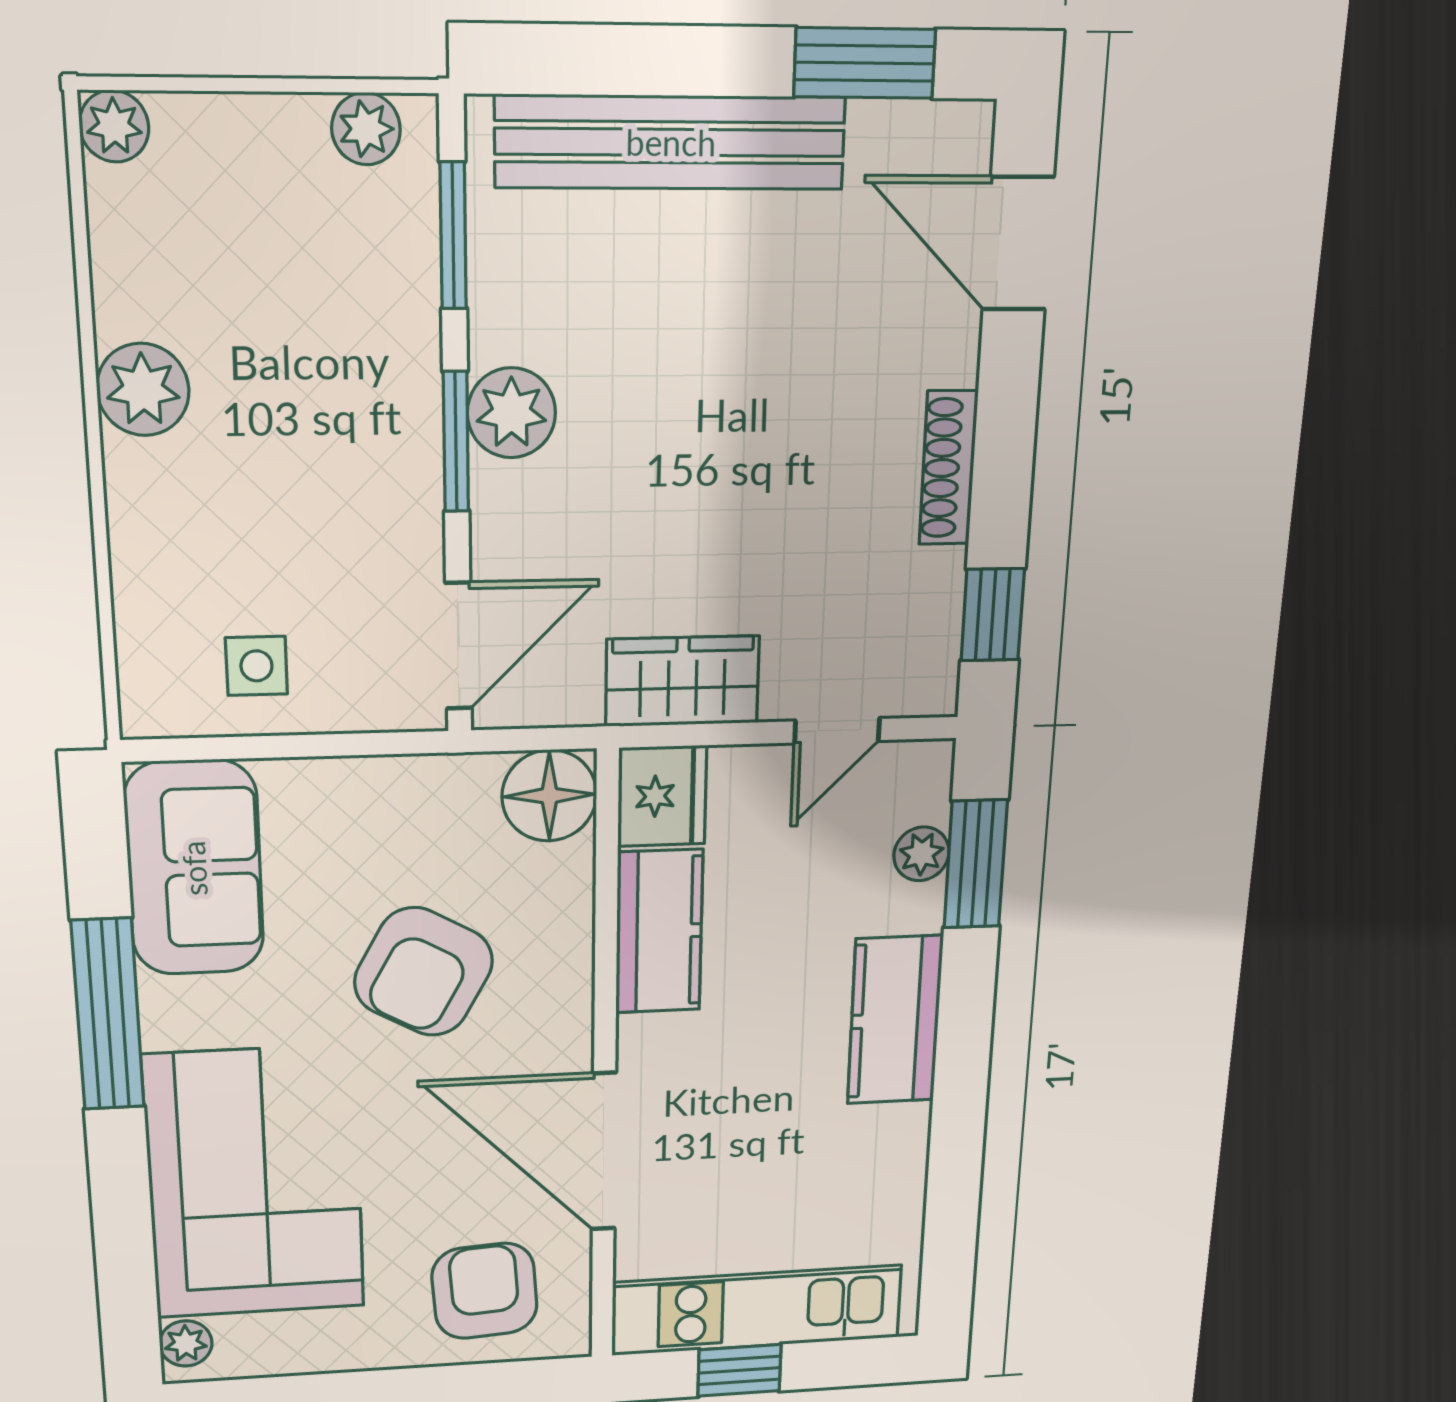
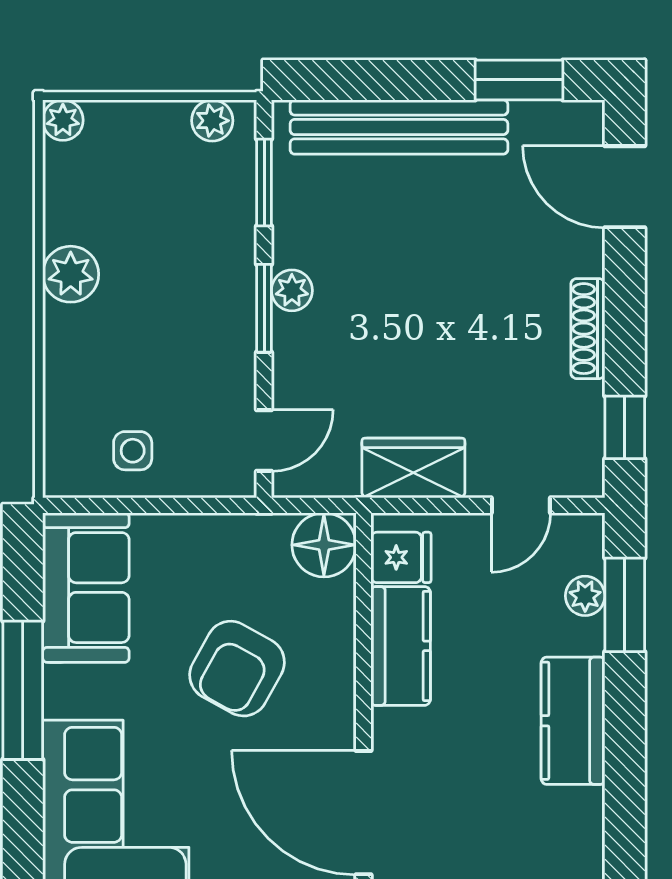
plant: (511, 413) -> (292, 290), width x0.73, depth x0.73
door: (459, 646) -> (264, 441), width x0.73
fridge: (662, 796) -> (401, 557), width x0.72

